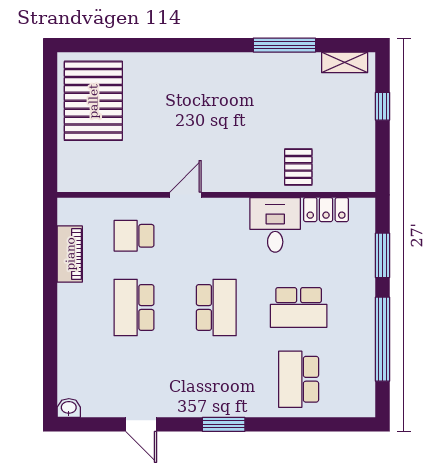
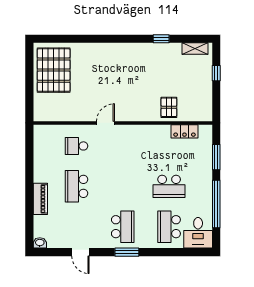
window: (284, 45) -> (161, 39), width x0.46
desk: (275, 225) -> (198, 233), moved, turned 180
piano: (70, 254) -> (40, 199), moved
school desk: (216, 308) -> (123, 227), moved

